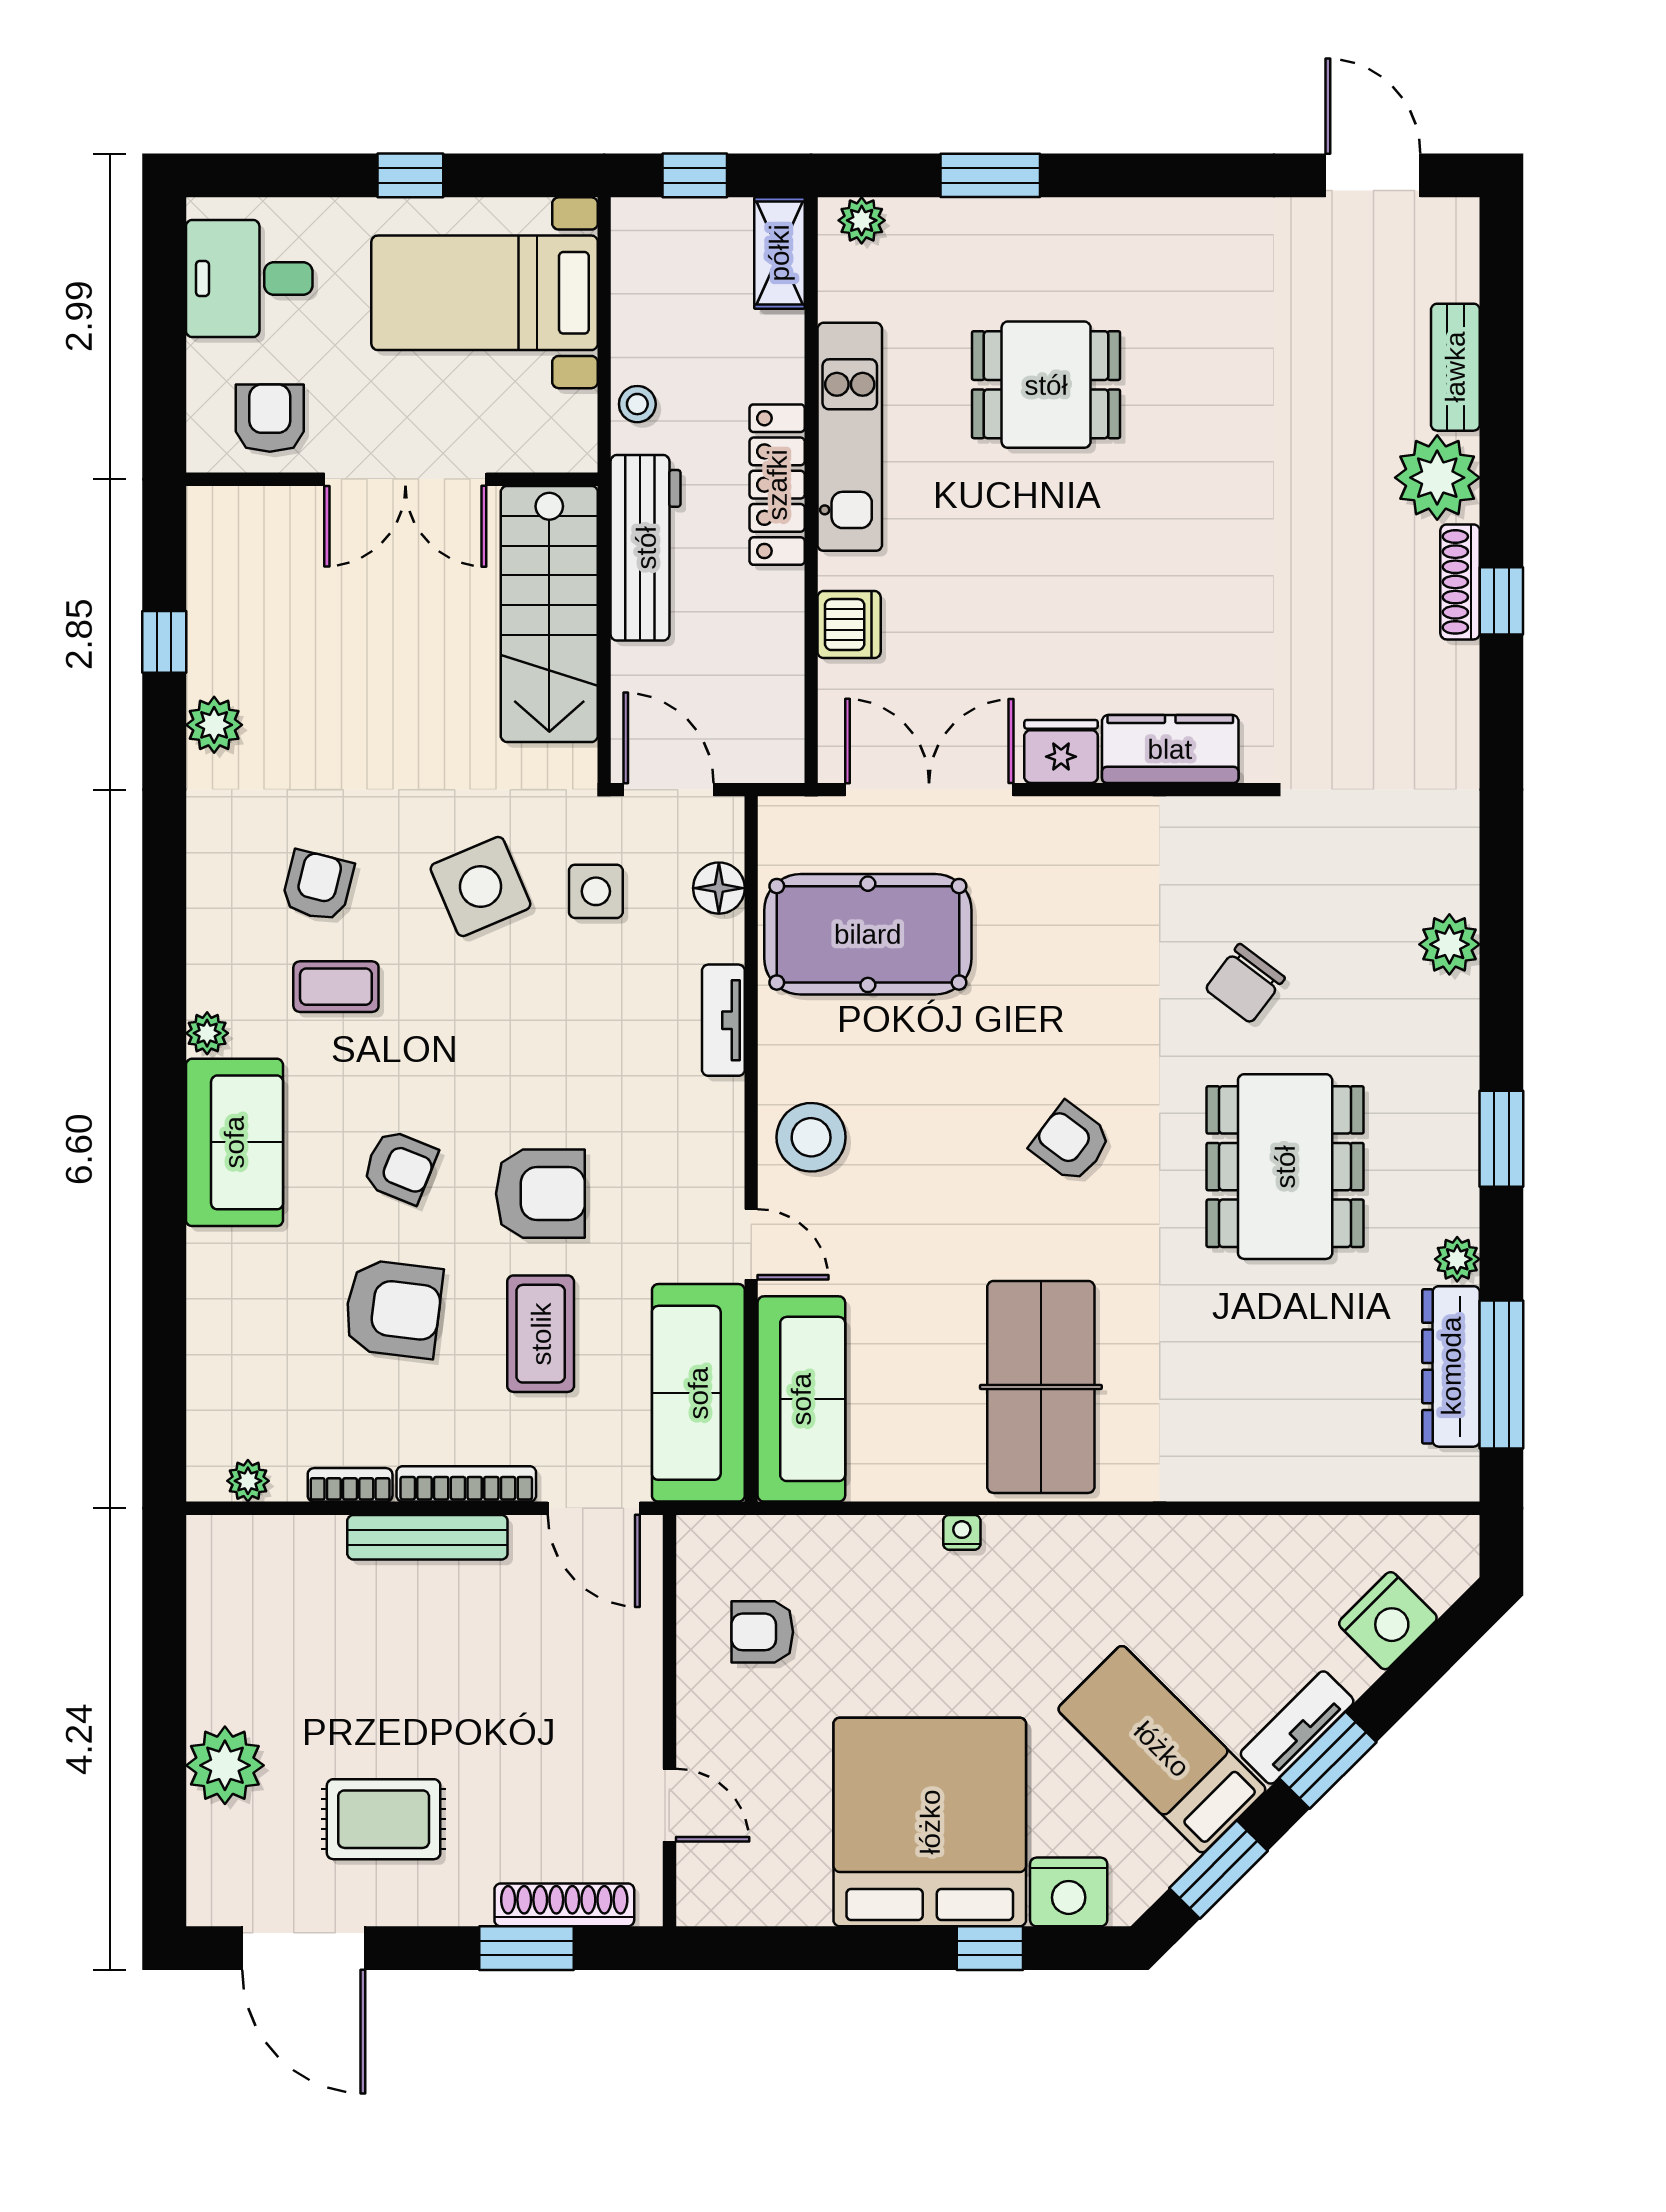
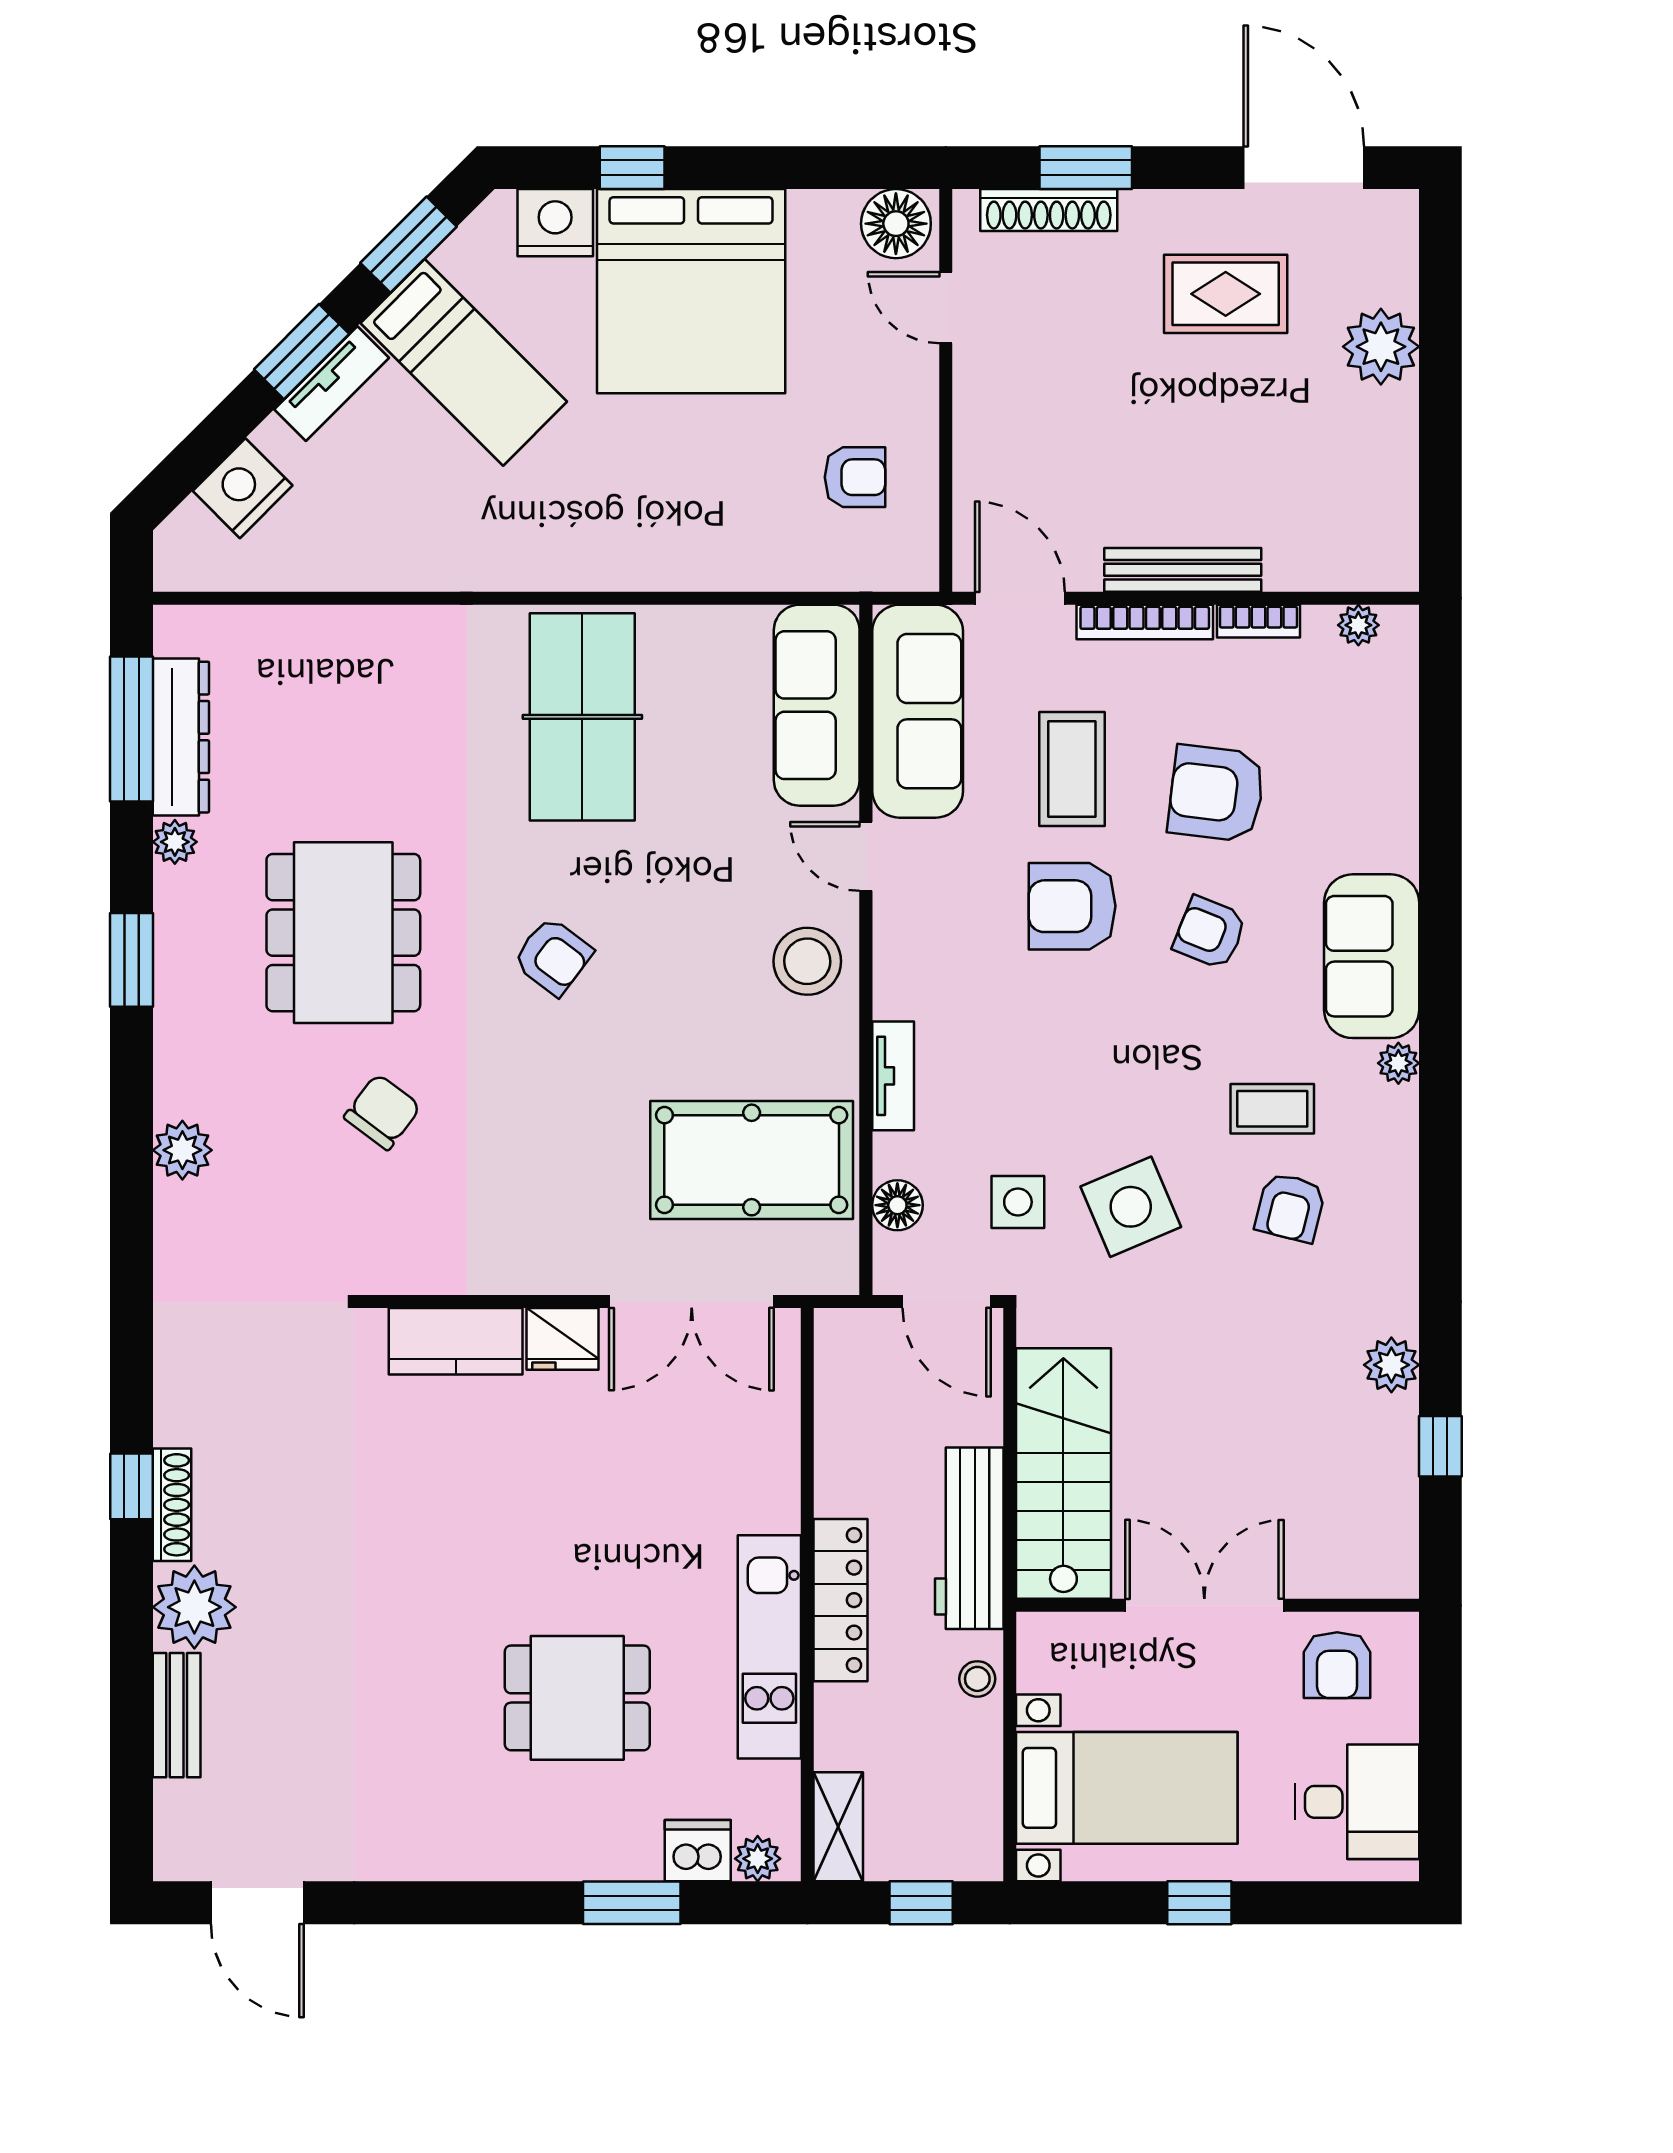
dishwasher: (849, 625) -> (698, 1851), moved, turned 90
nightstand: (962, 1532) -> (660, 575), removed
floor lamp: (720, 1891) -> (896, 224), added

